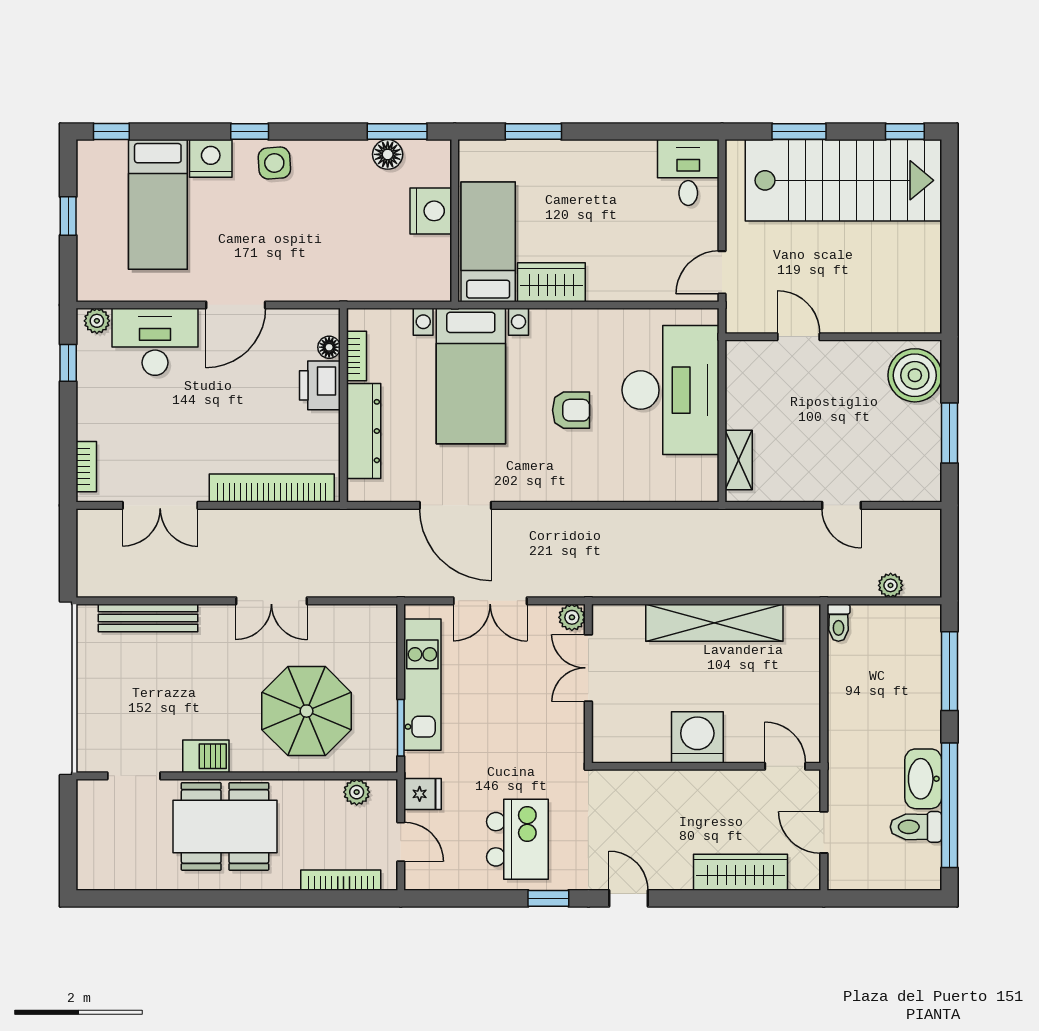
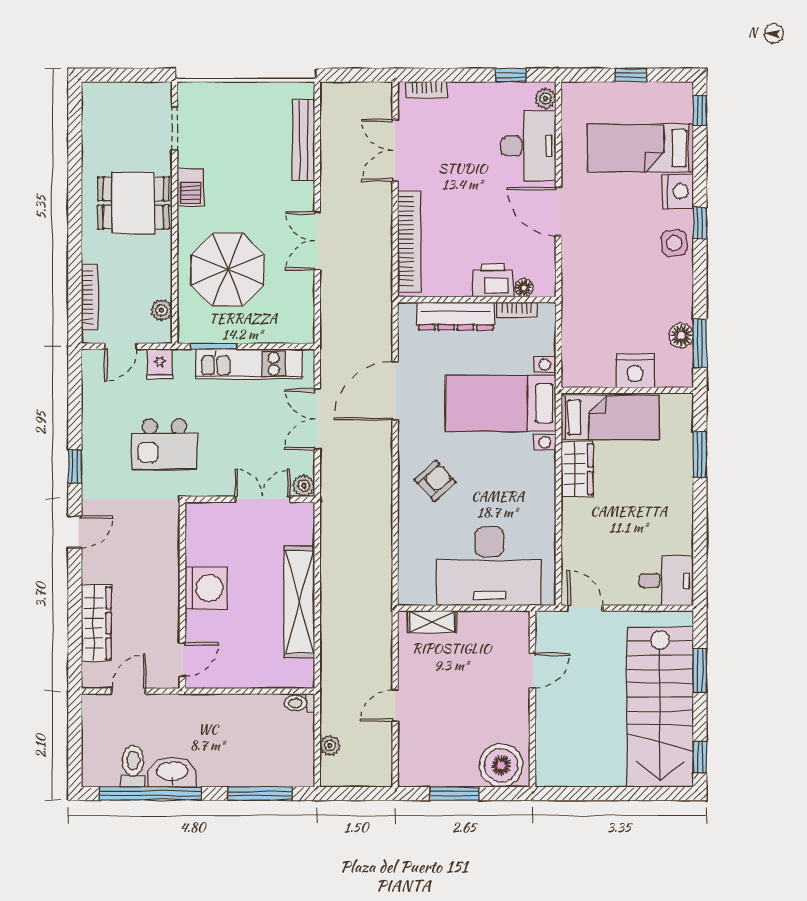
armchair: (571, 410) -> (435, 481), moved, turned -132
dining table: (225, 826) -> (133, 203), width x0.73
kitchen island: (517, 839) -> (164, 444), moved

